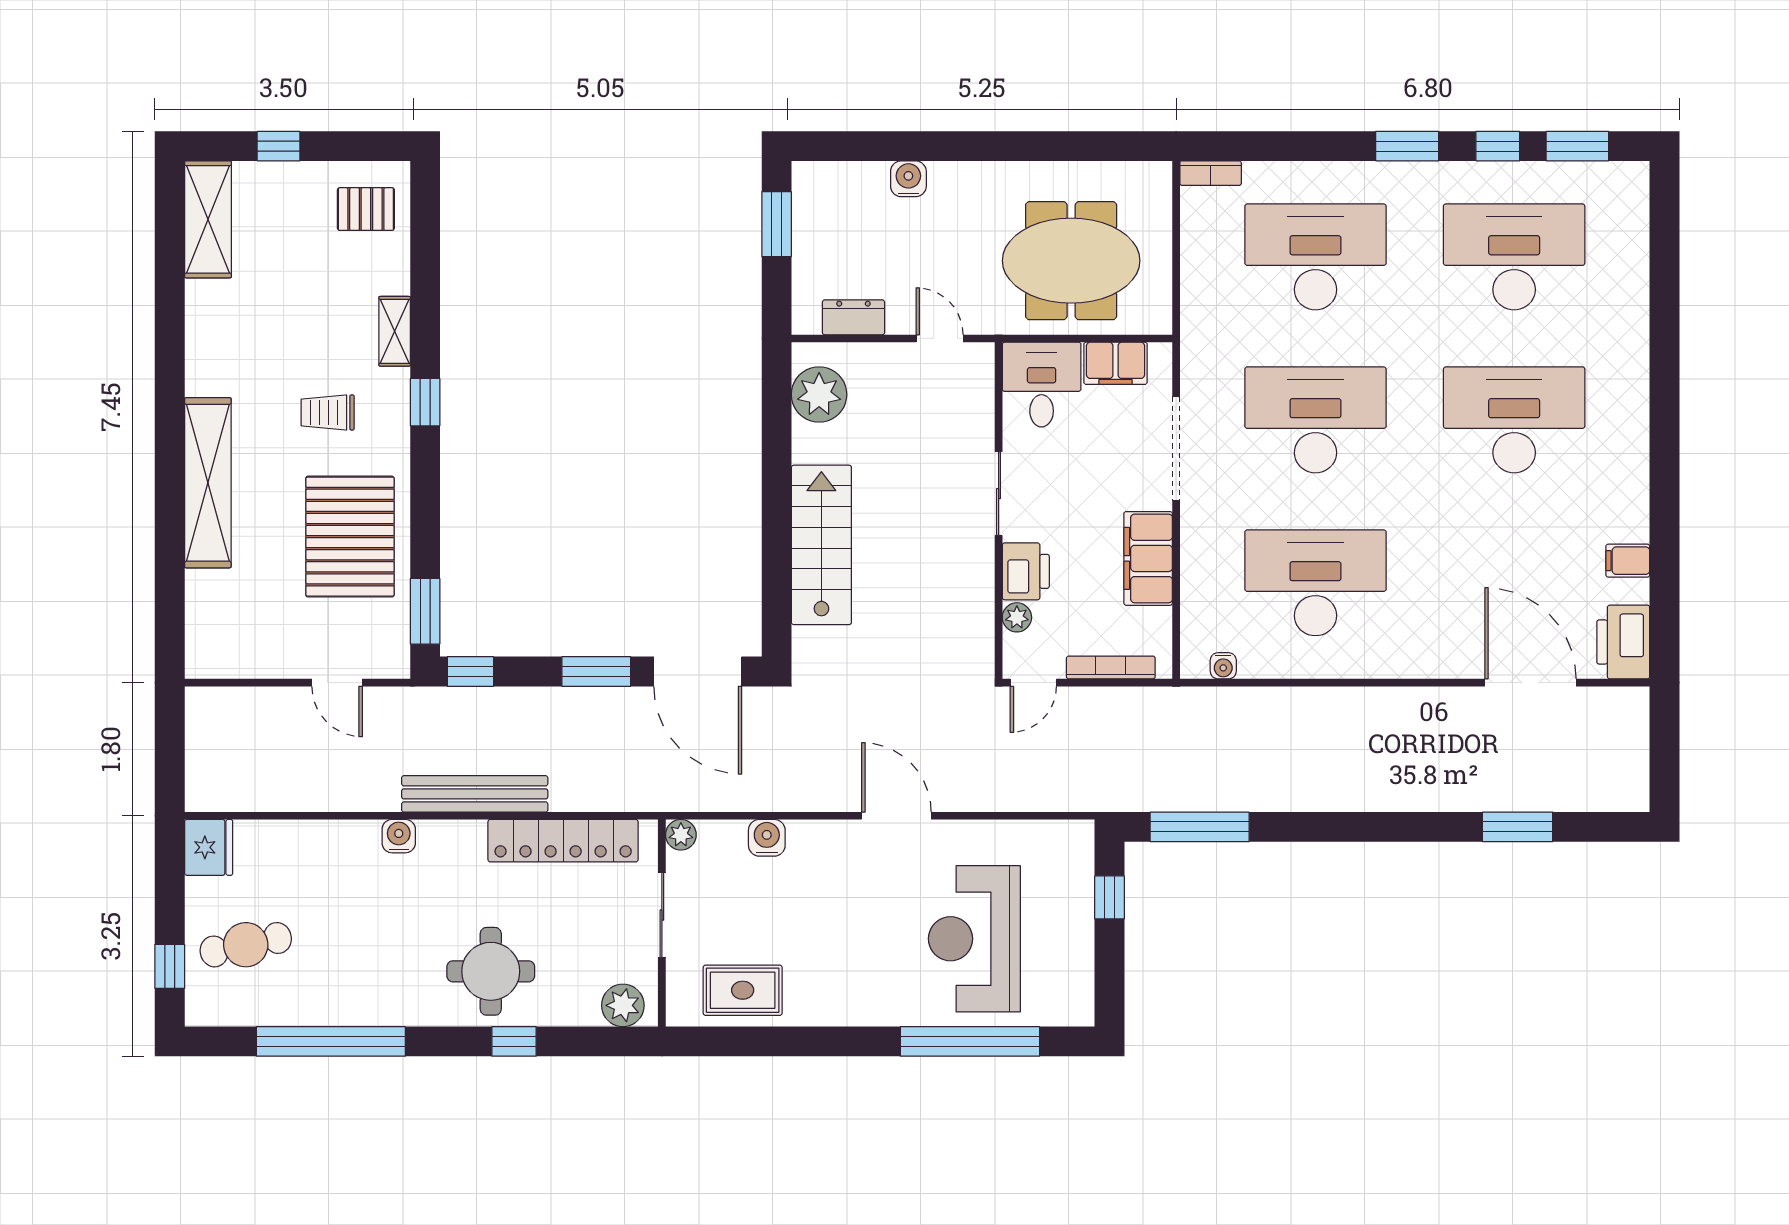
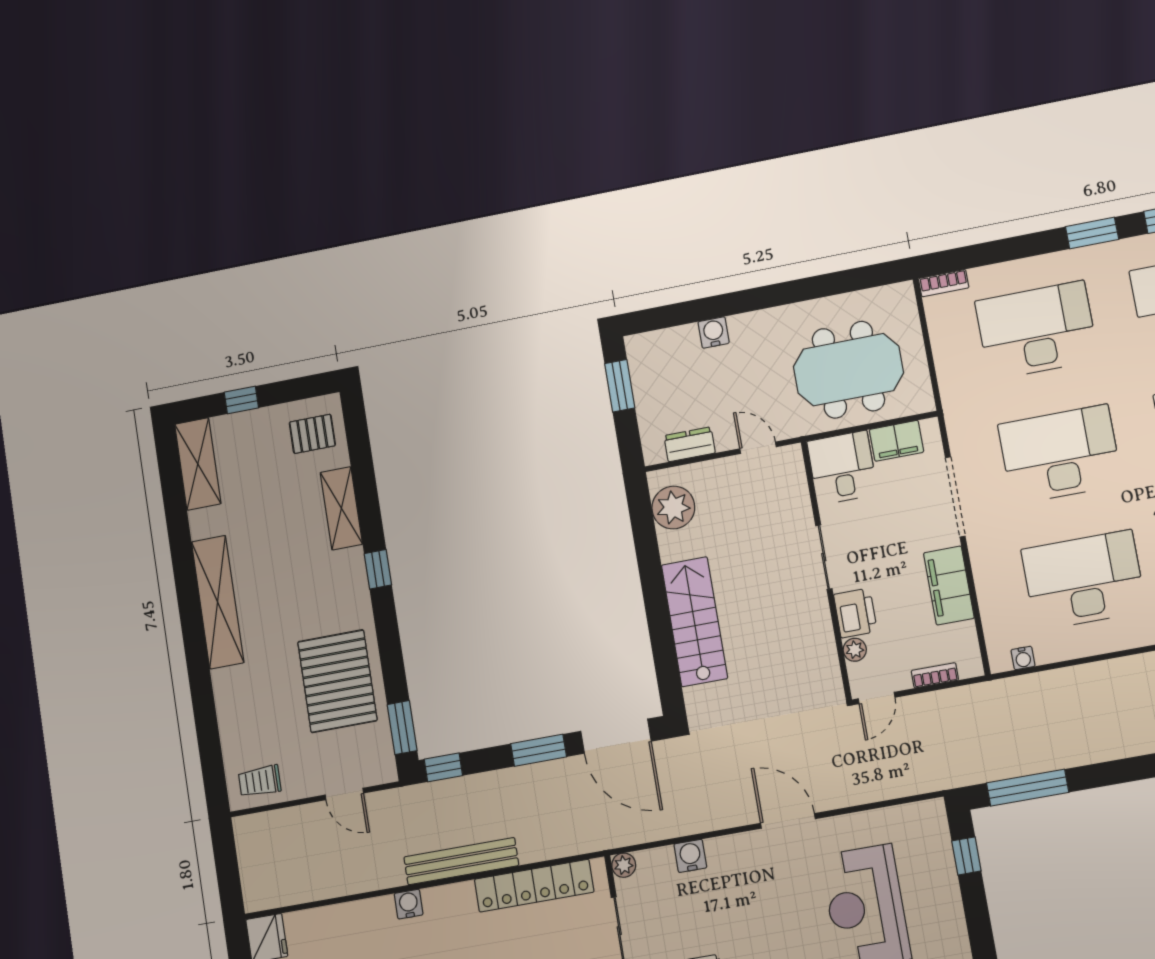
shelving: (395, 331) -> (341, 508), width x1.50, depth x1.33
trolley: (328, 412) -> (260, 781), moved
shelving: (208, 483) -> (218, 602), moved
bookcase: (1111, 667) -> (935, 675), width x0.64

